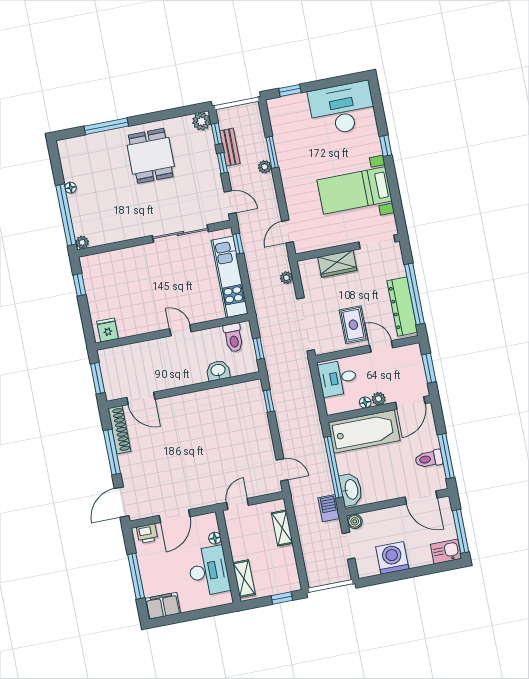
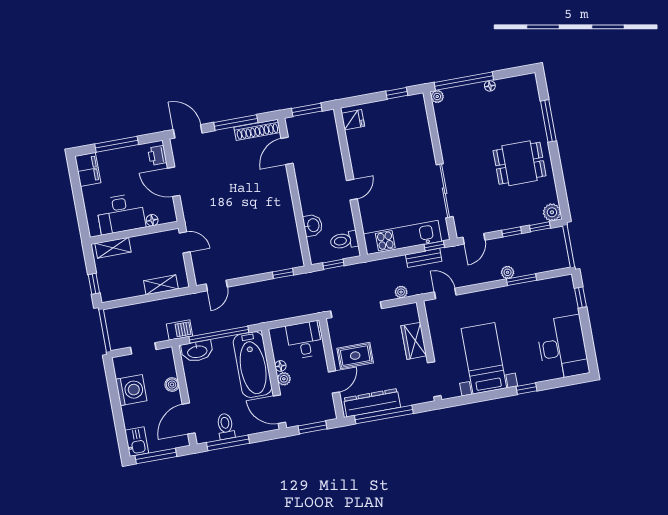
bench: (230, 147) -> (424, 258), moved
boiler: (355, 521) -> (172, 385), moved

